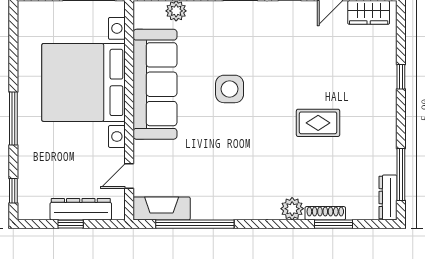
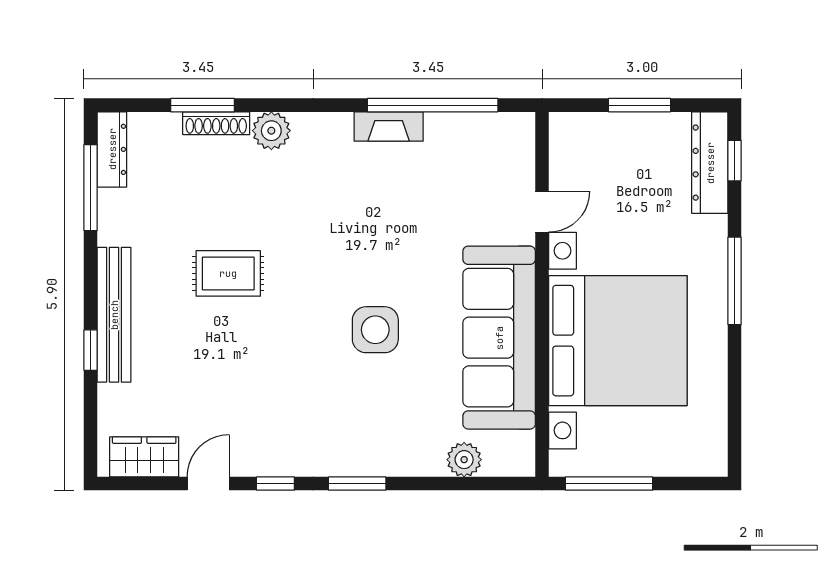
bench: (387, 98) -> (114, 315), added
door: (129, 176) -> (542, 212), moved
fireplace: (162, 208) -> (389, 126), moved, width x0.73, depth x0.76
dresser: (81, 209) -> (710, 163), moved, turned 90
window: (71, 224) -> (639, 105), width x1.50

